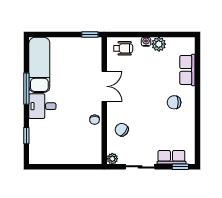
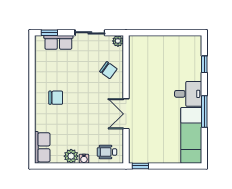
row of seats: (187, 70) -> (42, 147), moved
chair: (95, 120) -> (136, 80), removed

